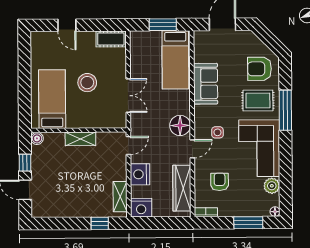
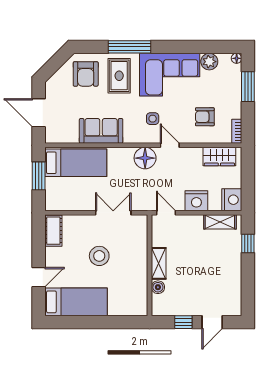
bed: (52, 99) -> (76, 302), moved, turned 180
boiler: (37, 138) -> (158, 287), moved
wardrobe: (182, 188) -> (219, 157), width x0.67

